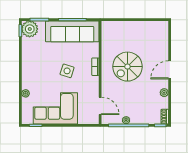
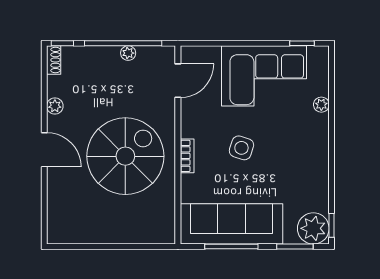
spiral stairs: (127, 67) -> (125, 156), width x1.37, depth x1.37
door: (170, 70) -> (44, 150), hinge flipped
door: (100, 106) -> (178, 81), swing flipped

